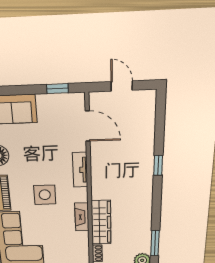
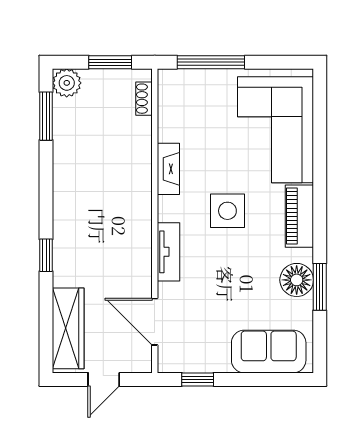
door: (122, 86) -> (104, 379), hinge flipped
wardrobe: (101, 222) -> (68, 328), moved, turned 180

